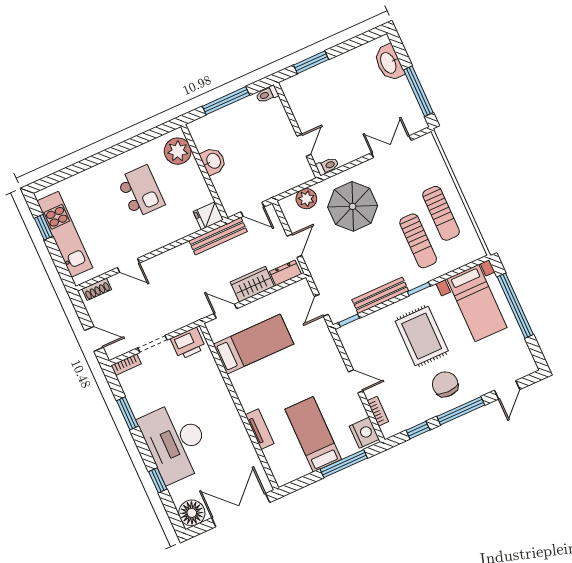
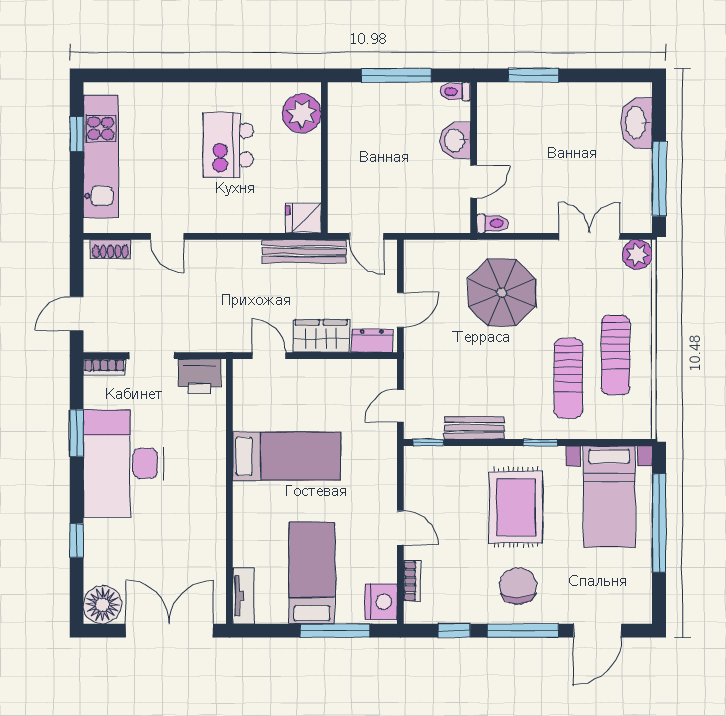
washbasin: (213, 161) -> (455, 140), moved, turned 180
kitchen island: (141, 191) -> (228, 145), turned 180
plant: (306, 199) -> (637, 254), moved
bench: (380, 295) -> (474, 428), width x0.73
door: (94, 339) -> (77, 314), swing flipped
bed: (254, 344) -> (287, 456), moved
door: (507, 390) -> (597, 631), width x1.38
tv unit: (260, 429) -> (243, 596), moved
desk: (176, 442) -> (124, 463), moved

